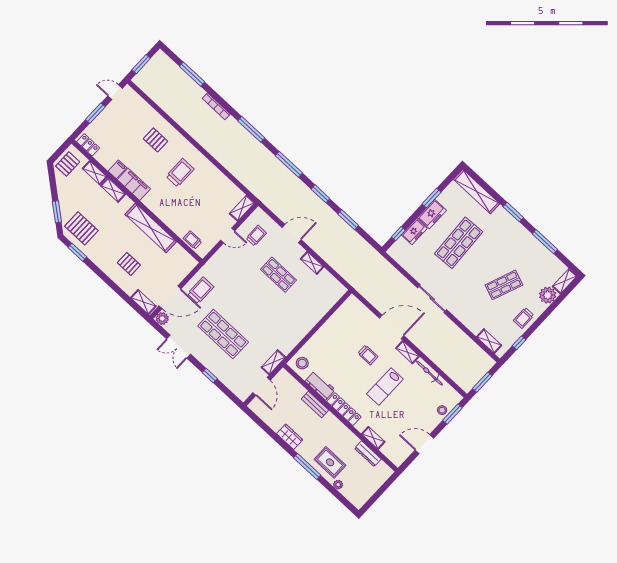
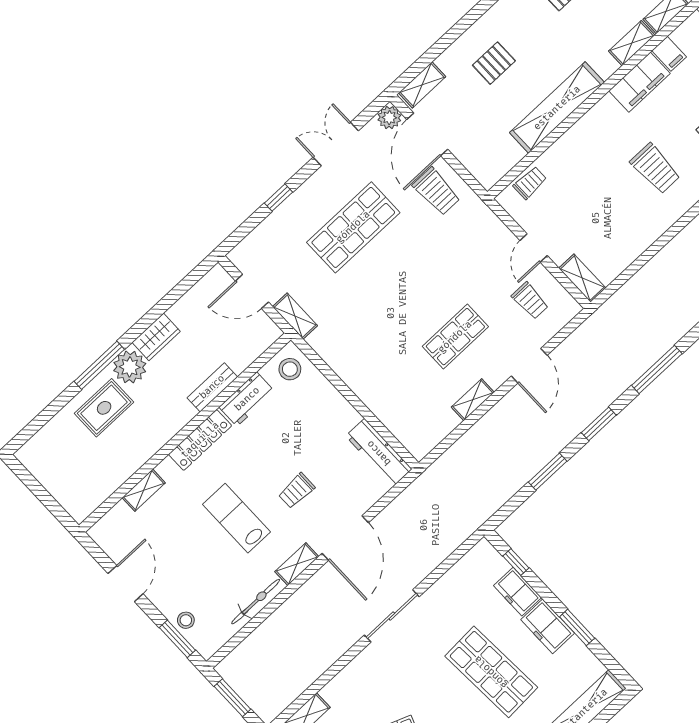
workbench: (344, 312) -> (379, 453), added
dresser: (368, 454) -> (115, 478), removed
plant: (338, 485) -> (130, 367), moved, width x1.88, depth x1.88

